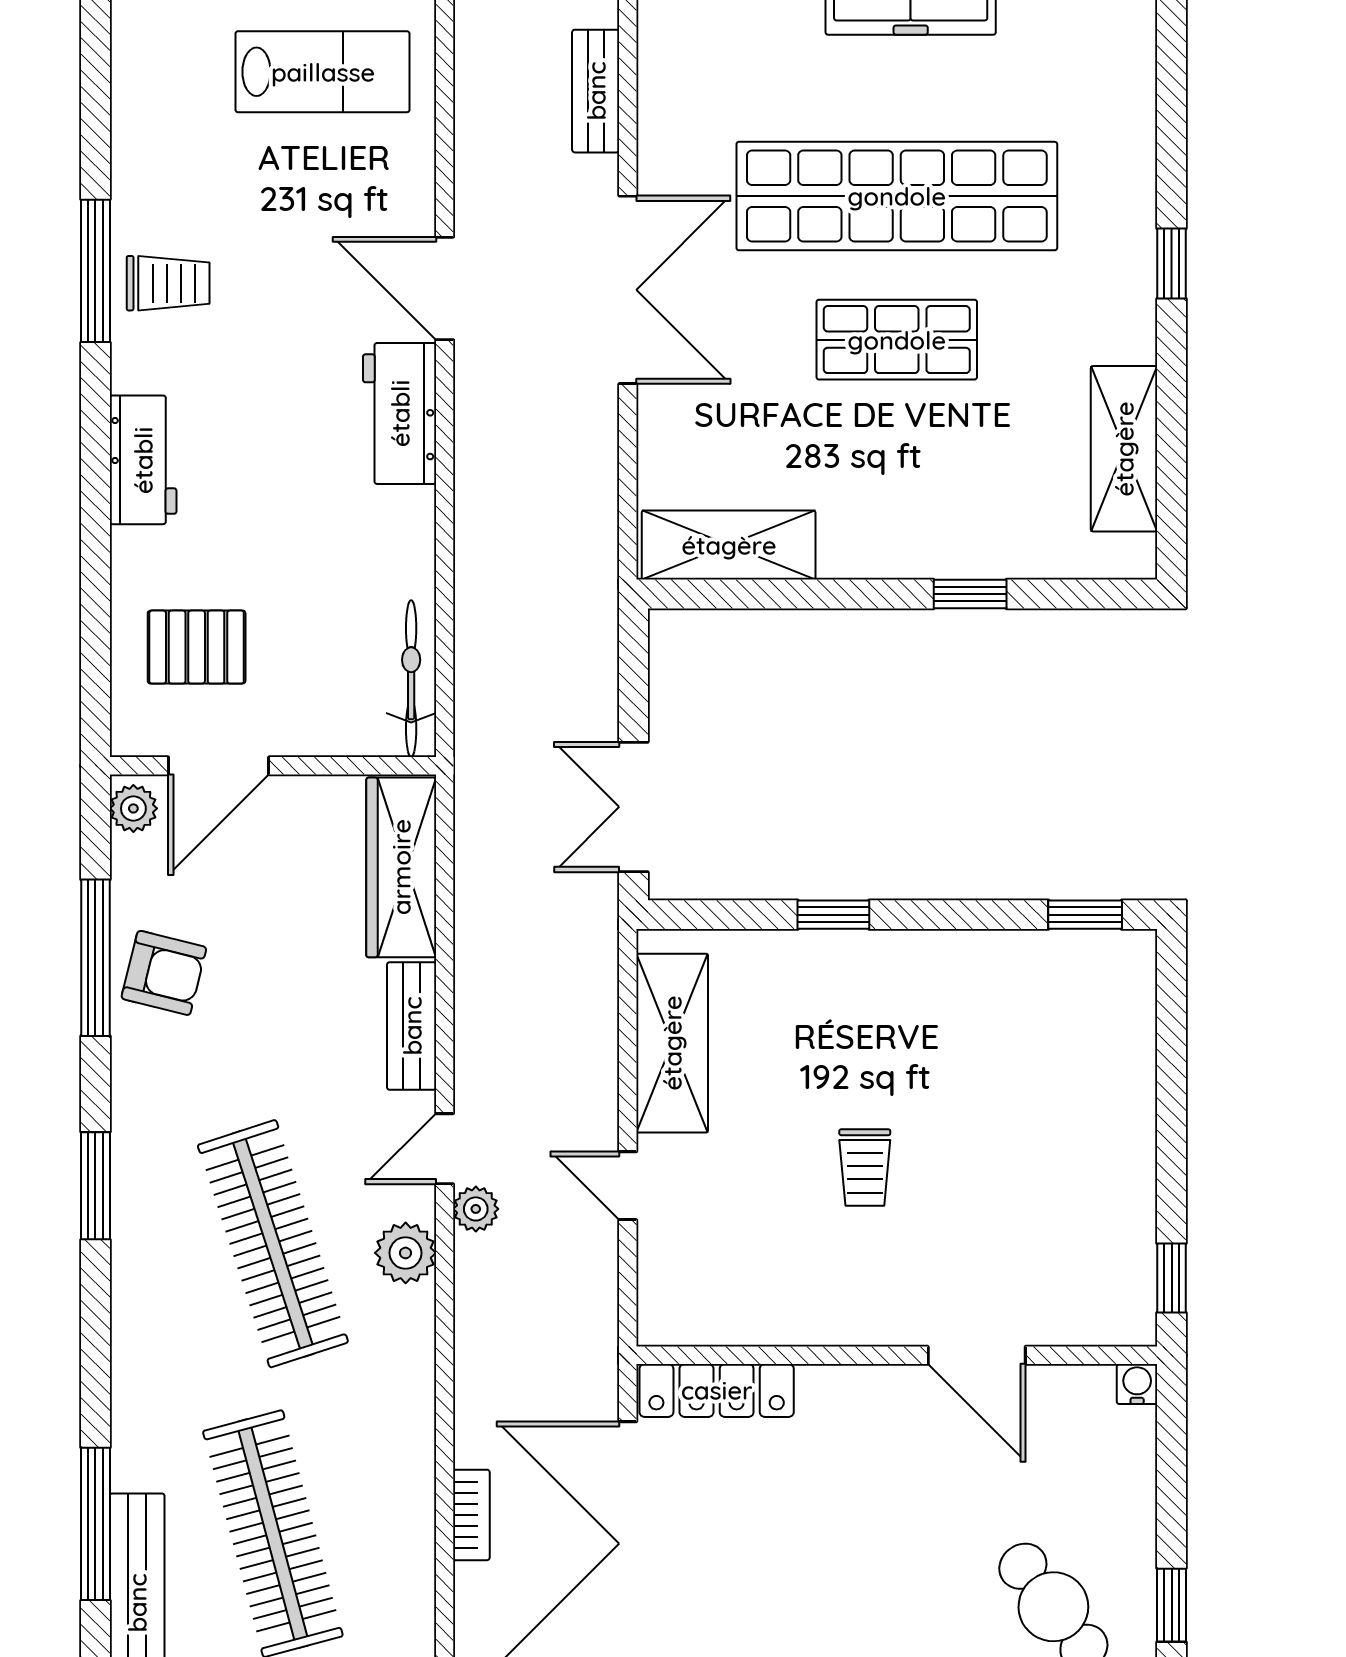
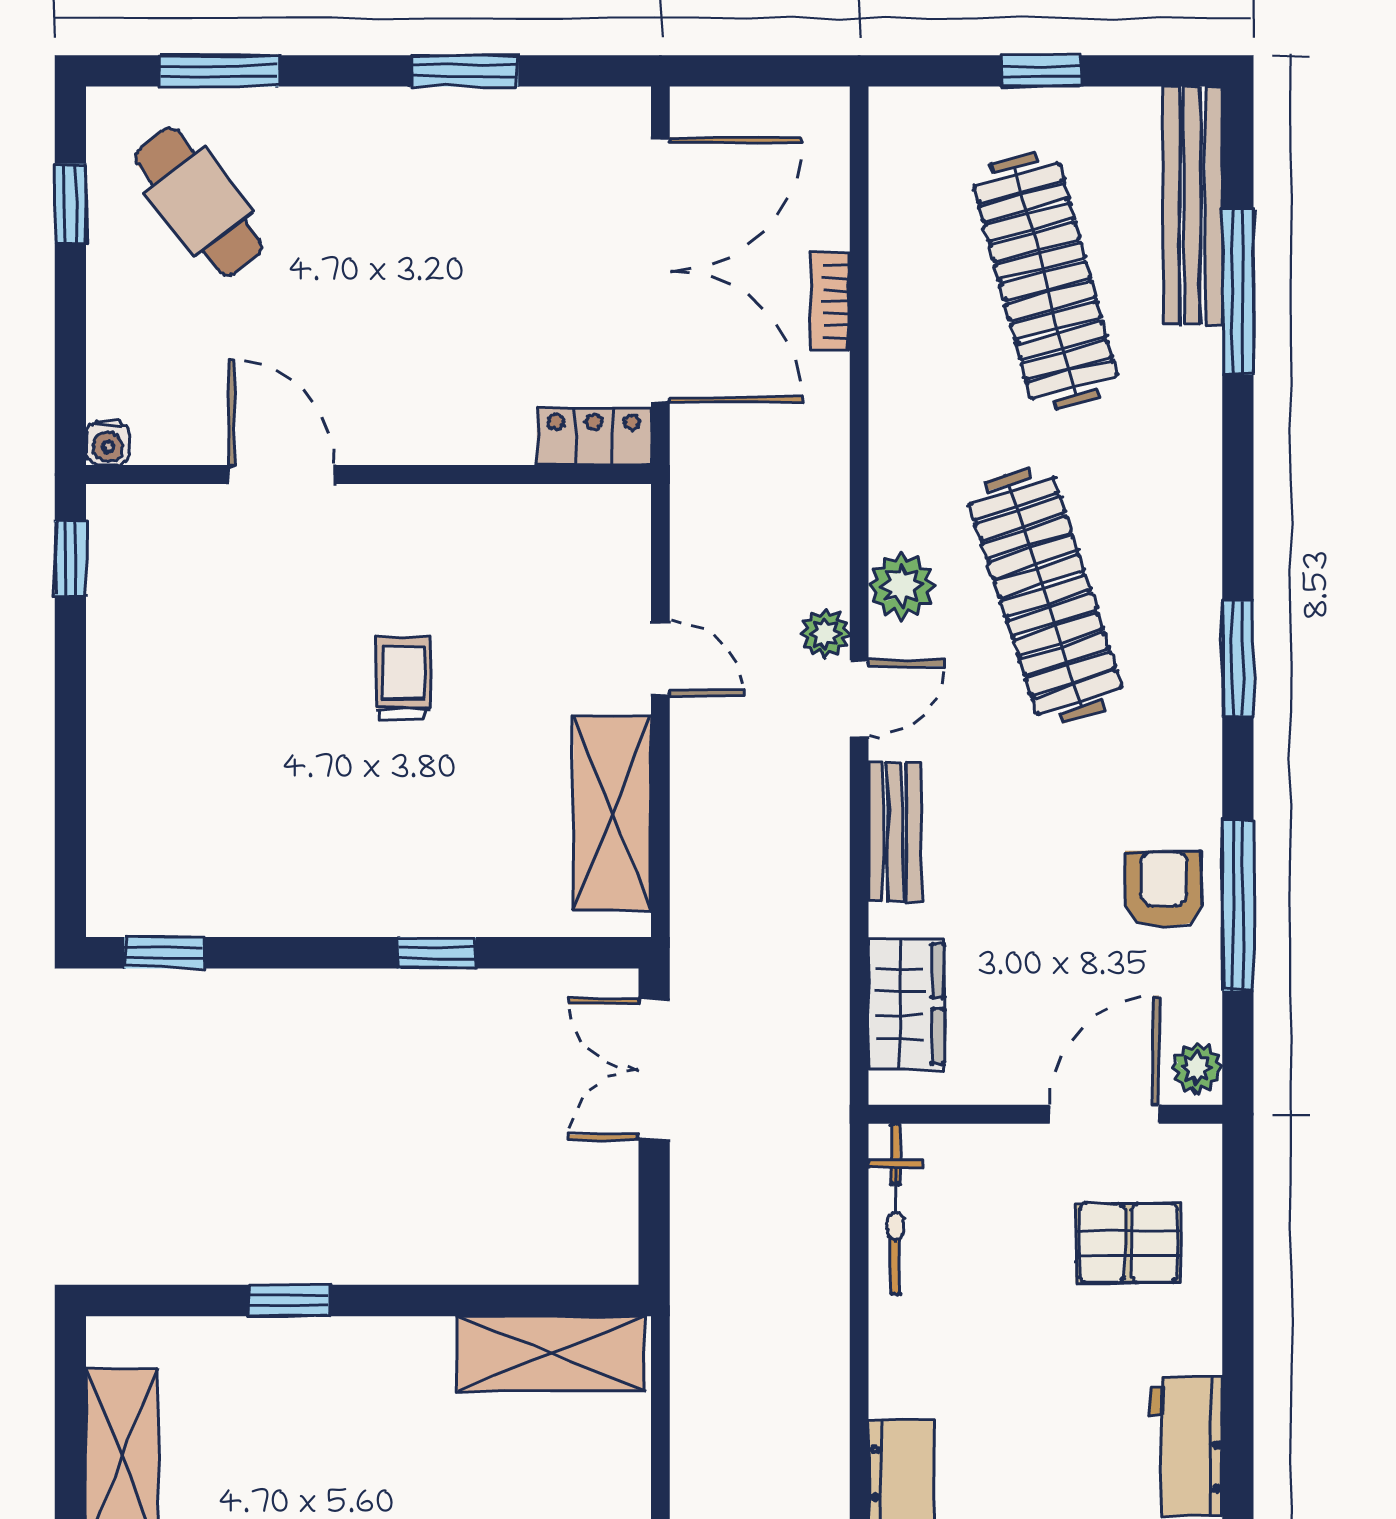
double door: (633, 807) -> (654, 1069), swing flipped
wardrobe: (401, 867) -> (906, 1004), width x0.67
armchair: (164, 973) -> (1164, 889), turned 76
locker: (717, 1390) -> (594, 436), width x0.66

